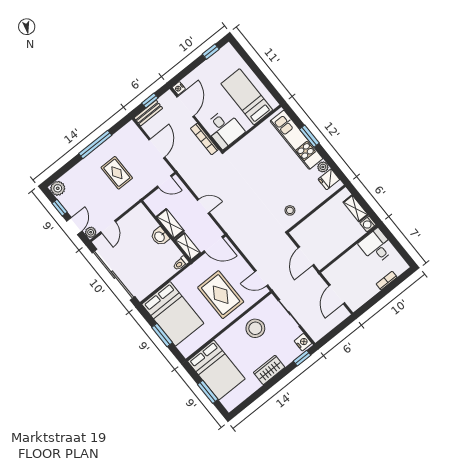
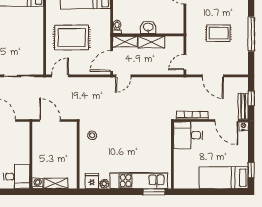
bed: (247, 97) -> (224, 178), moved, turned 180
bench: (148, 113) -> (243, 106), moved
window: (309, 136) -> (154, 192), moved
door: (203, 206) -> (123, 76), moved
stool: (255, 328) -> (28, 43), removed

